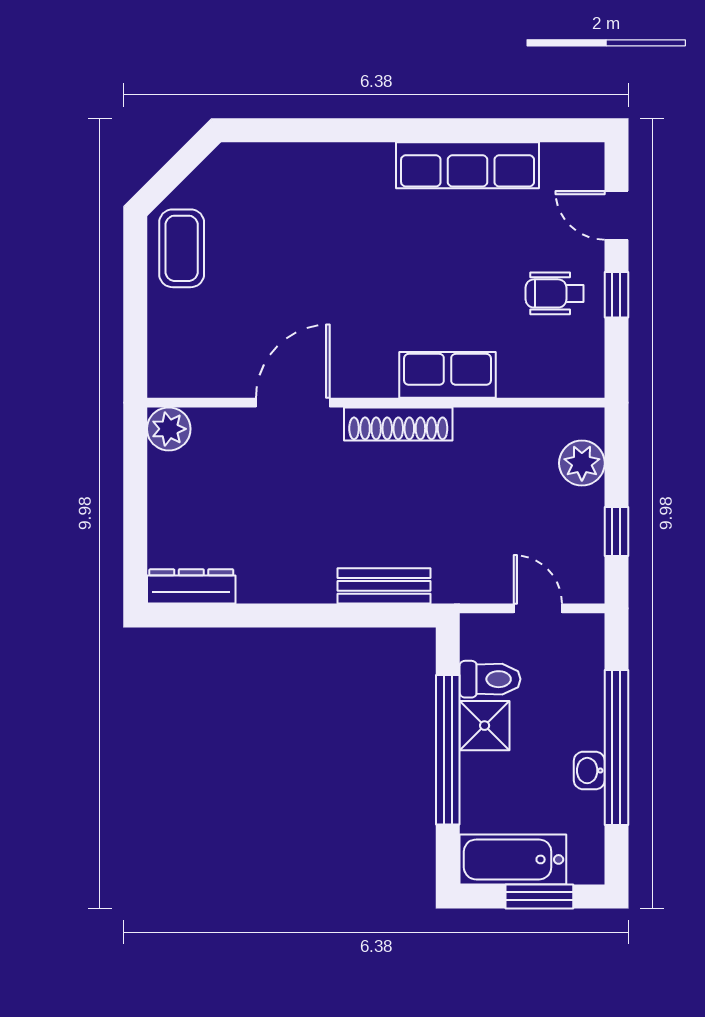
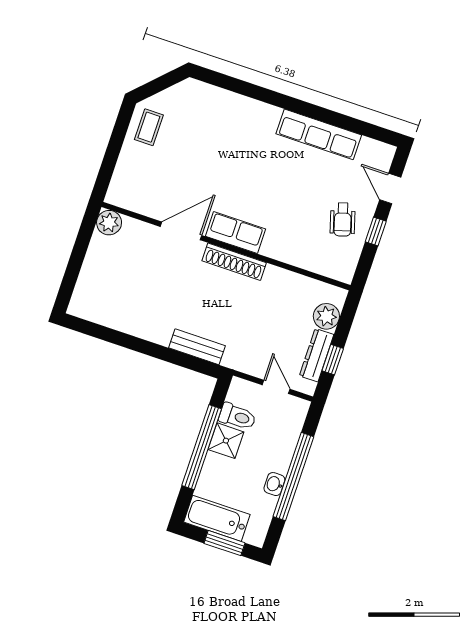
coffee table: (182, 248) -> (149, 127), width x0.73, depth x0.77
wheelchair: (555, 293) -> (343, 220), turned -107
row of seats: (448, 375) -> (235, 233), moved
dresser: (191, 586) -> (317, 355), moved, turned -90

